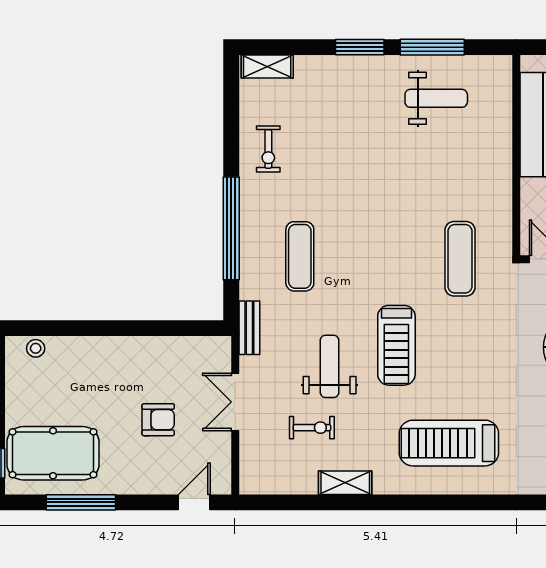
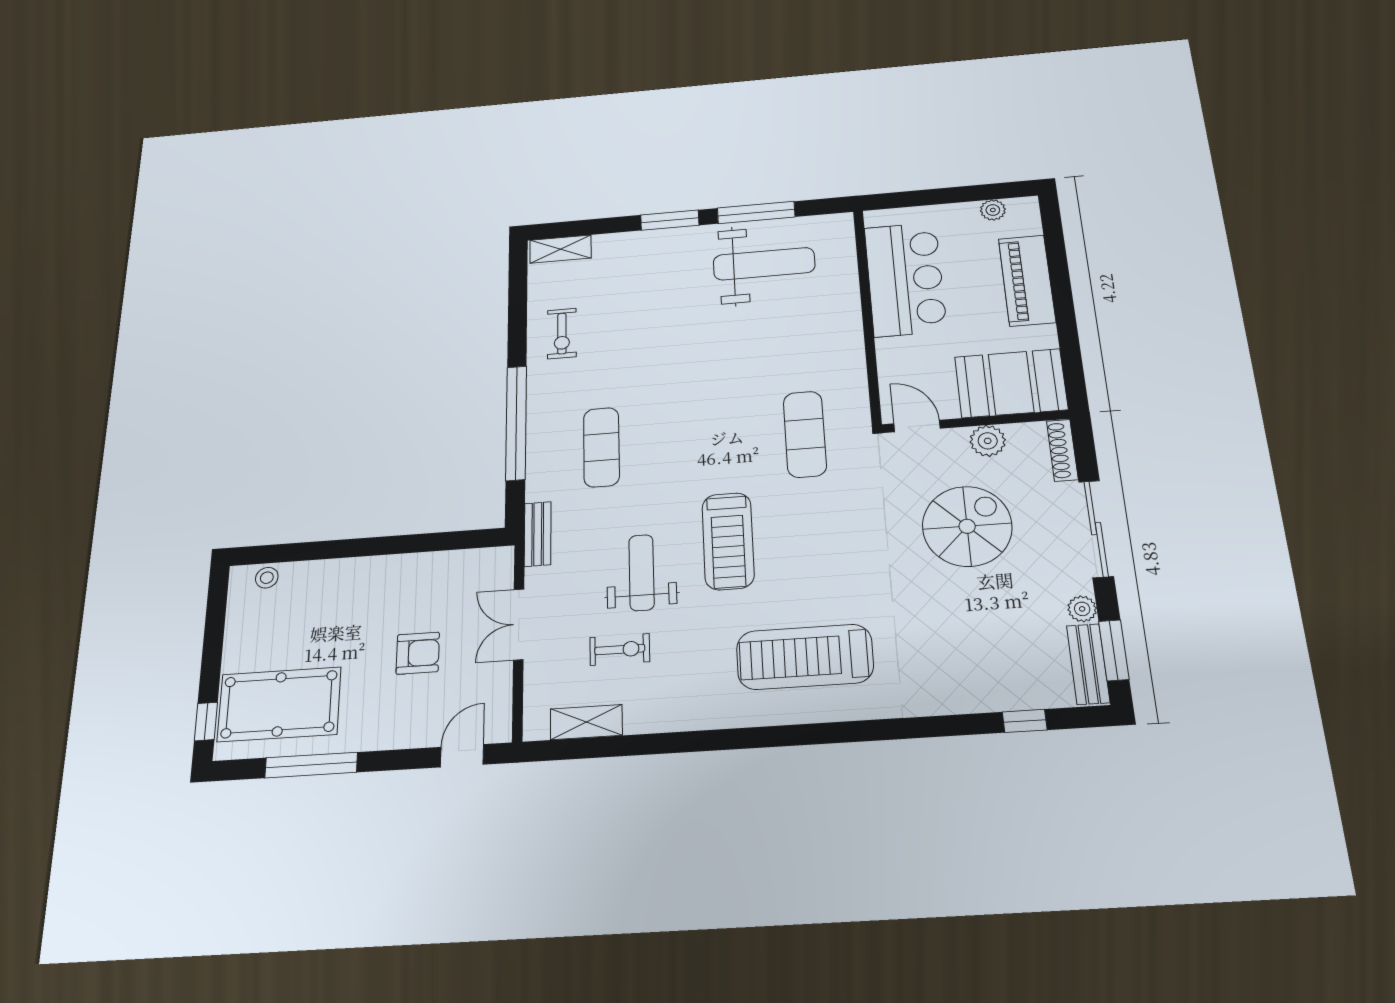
weight bench: (436, 98) -> (764, 264), width x1.36, depth x1.33
shelving: (345, 483) -> (586, 722), moved

